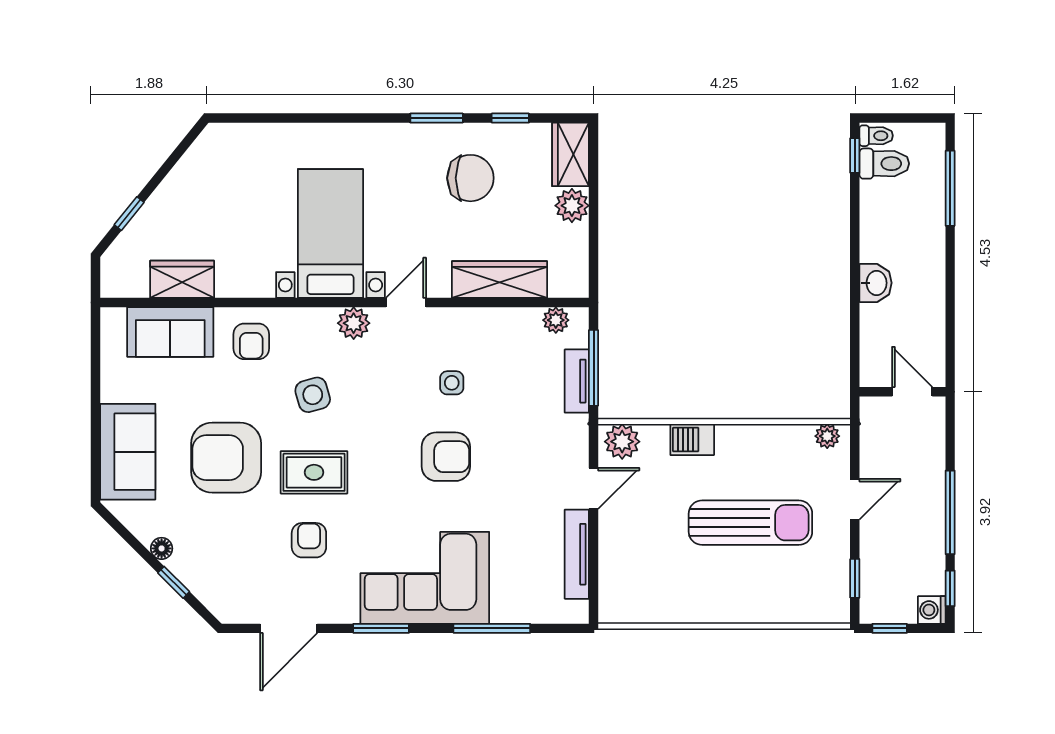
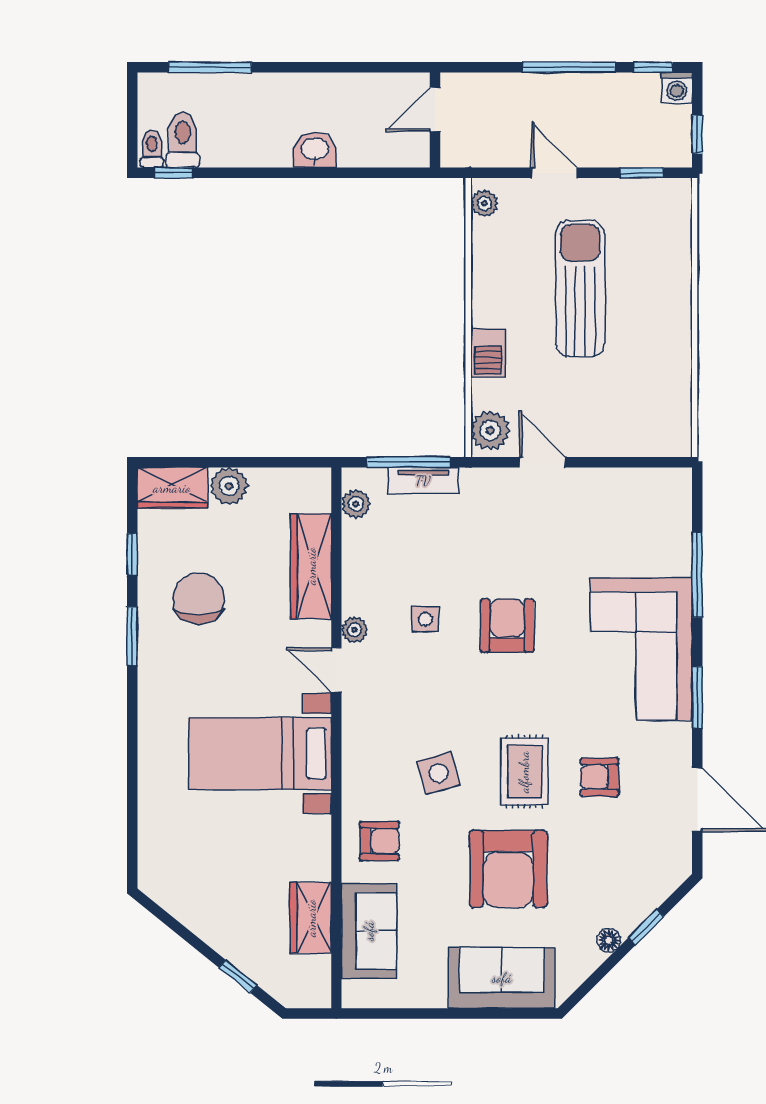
plant: (354, 323) -> (354, 630), moved, width x0.73, depth x0.73
tv unit: (577, 554) -> (615, 481), removed

